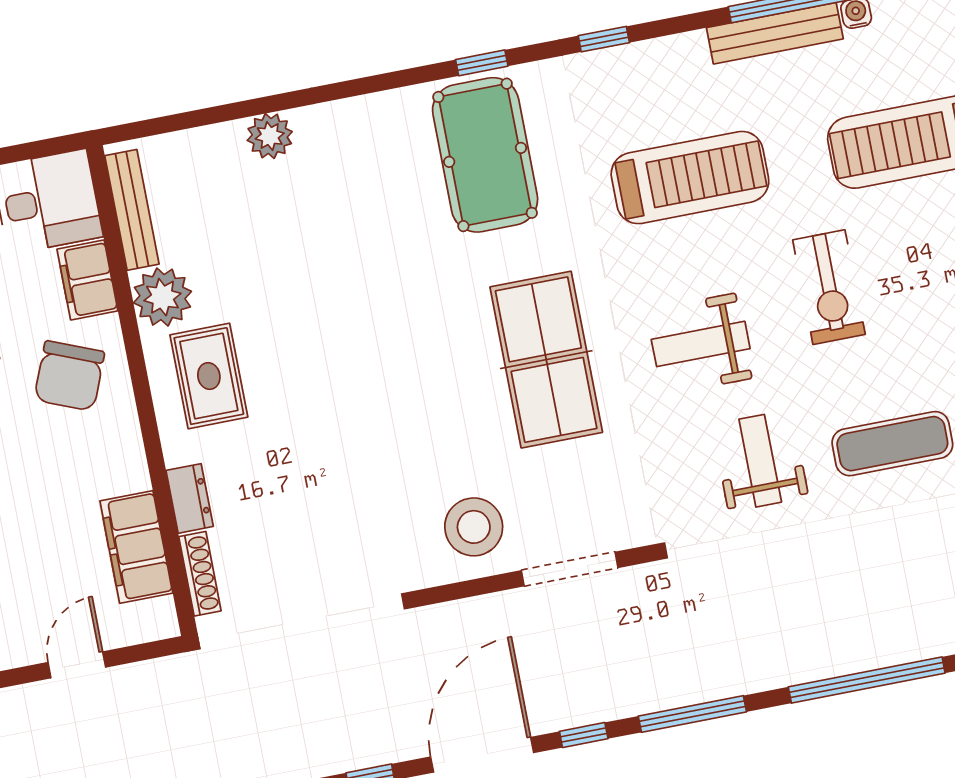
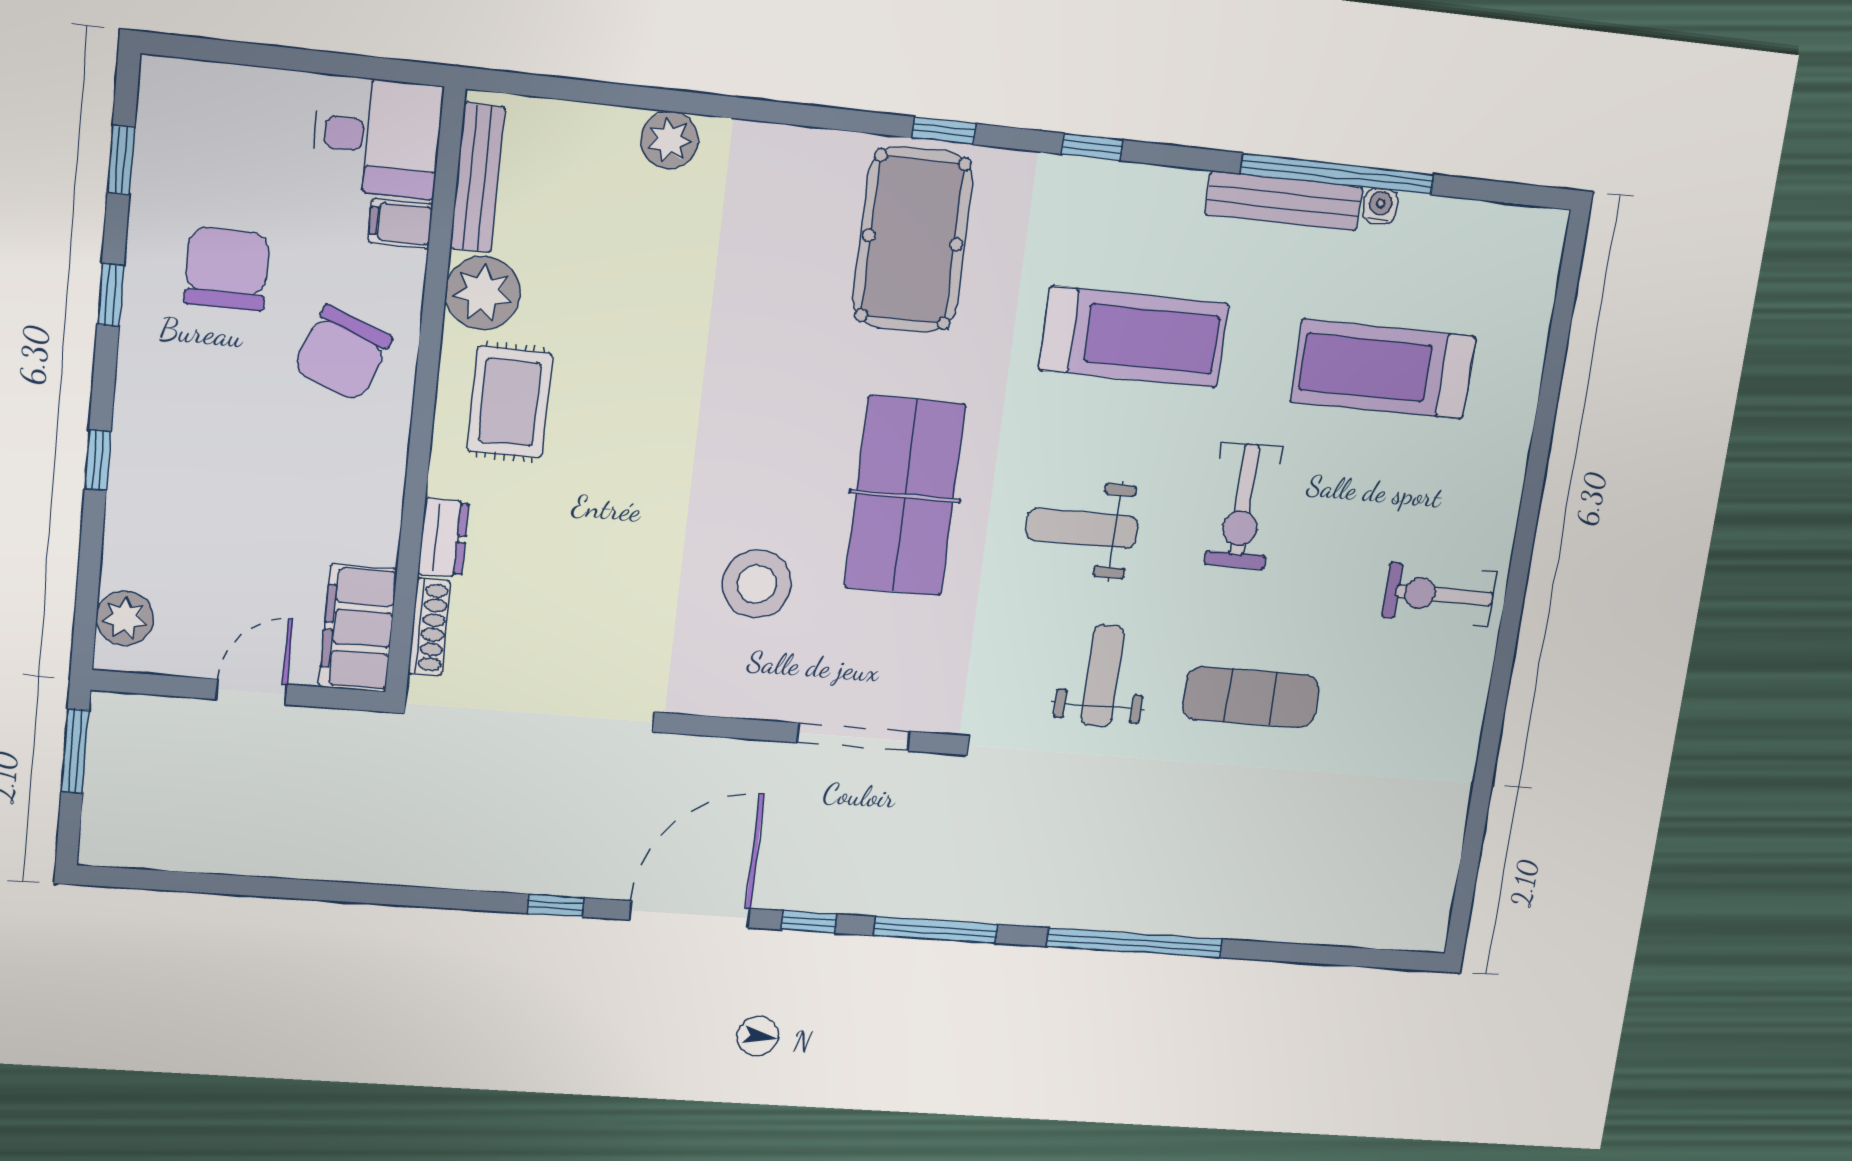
filing cabinet: (87, 280) -> (401, 223), width x0.50
stool: (474, 527) -> (757, 584), moved
filing cabinet: (136, 547) -> (358, 628), moved

